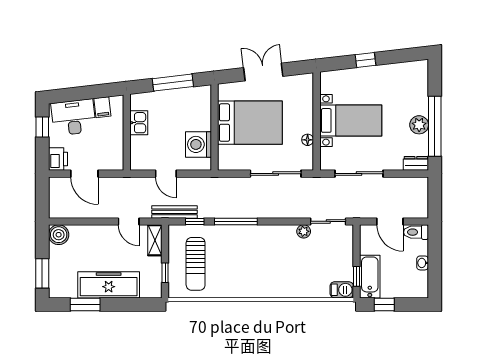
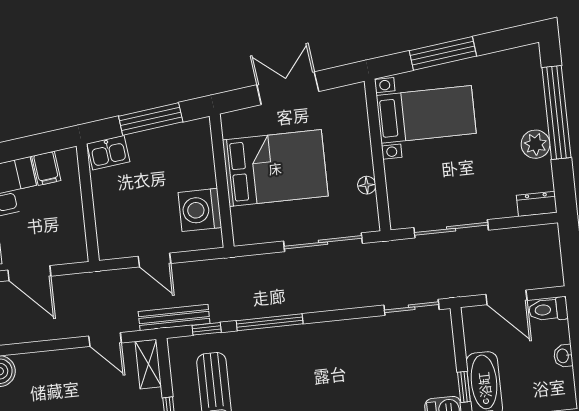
window: (366, 60) -> (443, 53), width x2.17
bed with nightstands: (351, 120) -> (426, 114), moved
kitchen sink: (139, 123) -> (108, 153), moved, turned 83
window: (435, 126) -> (556, 113), moved
plant: (304, 231) -> (375, 327), removed

